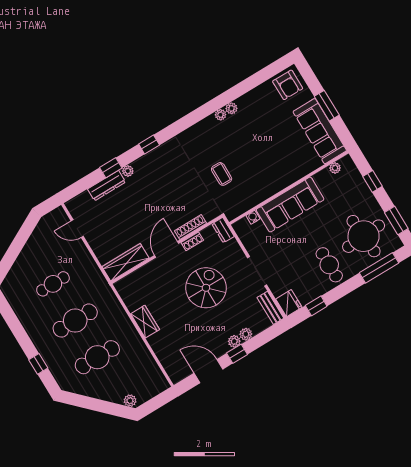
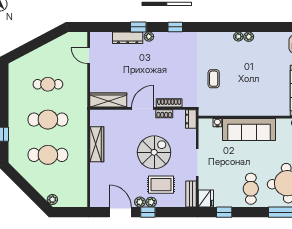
rug: (234, 317) -> (161, 185), added
wardrobe: (145, 322) -> (97, 144), width x1.50
plant: (246, 334) -> (140, 202), moved

